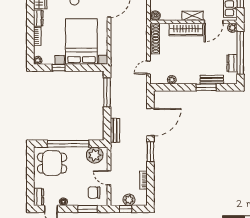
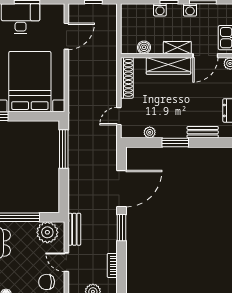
boiler: (155, 16) -> (144, 47), moved
window: (206, 87) -> (175, 142), moved
bench: (115, 130) -> (74, 229), moved

